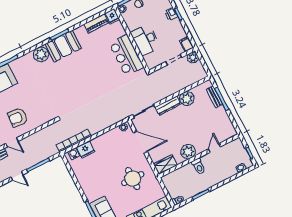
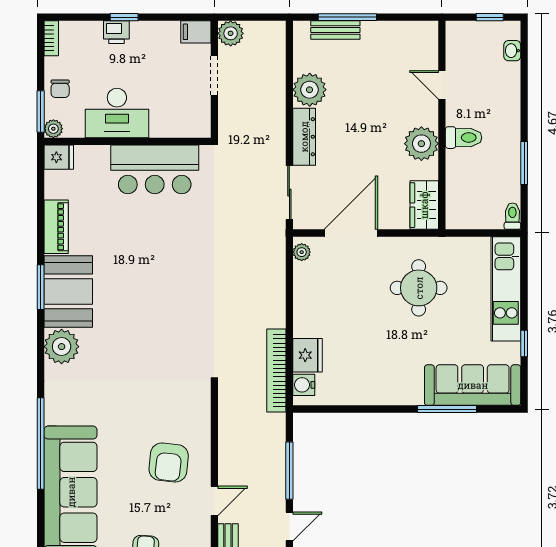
piano: (96, 23) -> (56, 227), moved
desk: (145, 40) -> (117, 113), moved

